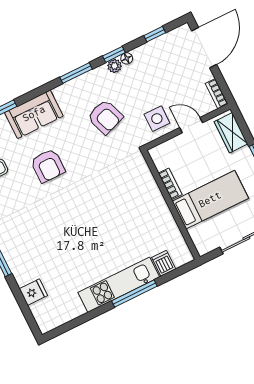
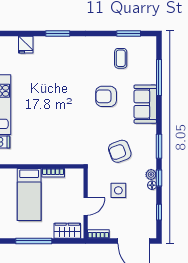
side table: (157, 119) -> (118, 190), moved

